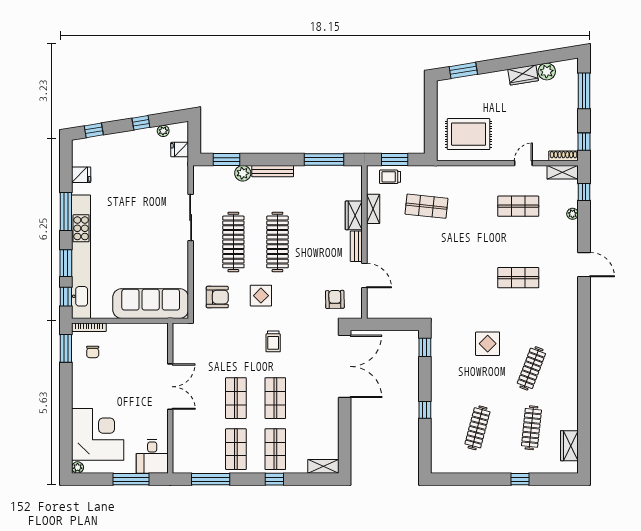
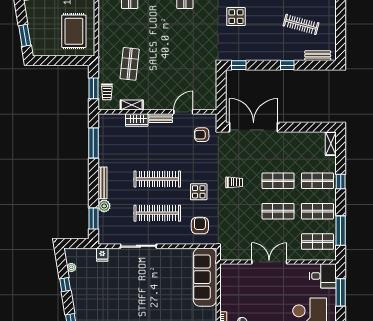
fridge: (180, 150) -> (102, 255), moved
shop shelf: (197, 449) -> (317, 242), added
bench: (437, 449) -> (318, 56), added

